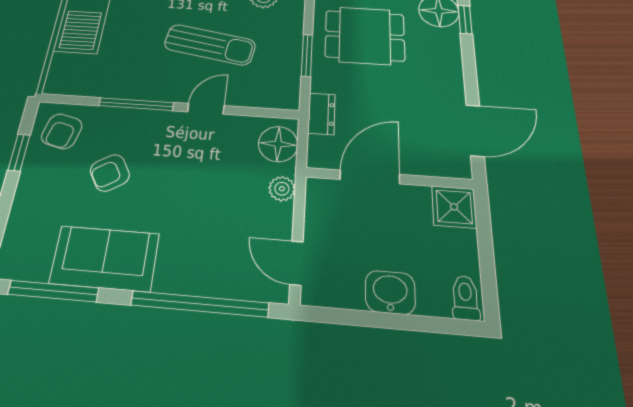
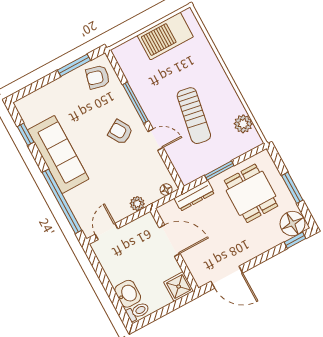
dresser: (321, 114) -> (194, 196), width x1.44
floor lamp: (278, 144) -> (166, 190), width x0.53, depth x0.53
window: (19, 153) -> (74, 65), width x1.50
armchair: (110, 173) -> (120, 132), moved
sofa: (105, 258) -> (58, 154), width x1.36
window: (53, 291) -> (26, 134), width x0.46
washbasin: (390, 292) -> (128, 294), moved

